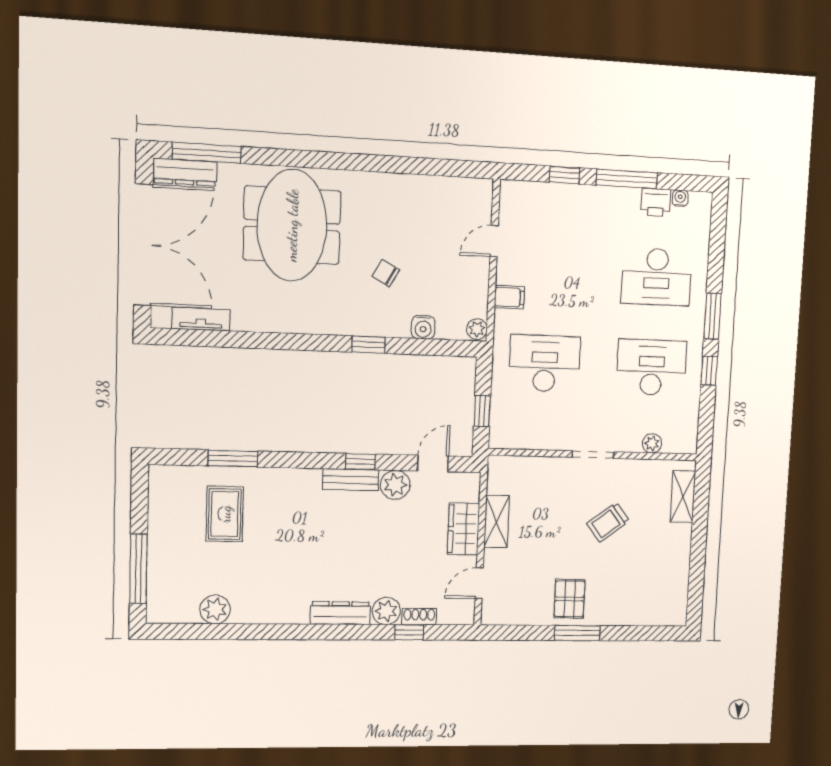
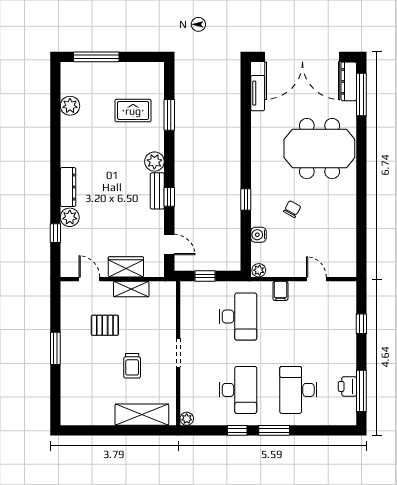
window: (627, 179) -> (361, 391), moved
water cooler: (680, 198) -> (351, 403), removed
plant: (652, 443) -> (187, 419), moved
plant: (395, 485) -> (154, 162), moved
shelving: (683, 497) -> (142, 415), width x1.50, depth x1.33
trolley: (608, 522) -> (132, 366), turned -143
pallet: (569, 599) -> (105, 325), moved
shoe rack: (419, 617) -> (66, 240), removed

